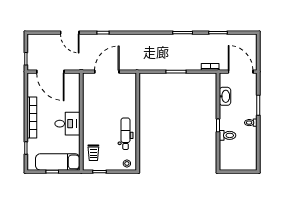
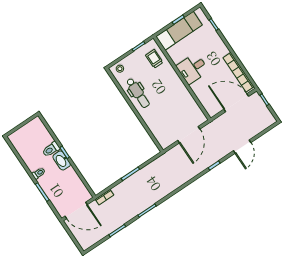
door: (70, 33) -> (242, 147), swing flipped
washbasin: (225, 96) -> (62, 160), moved
bookcase: (32, 118) -> (239, 72), moved

